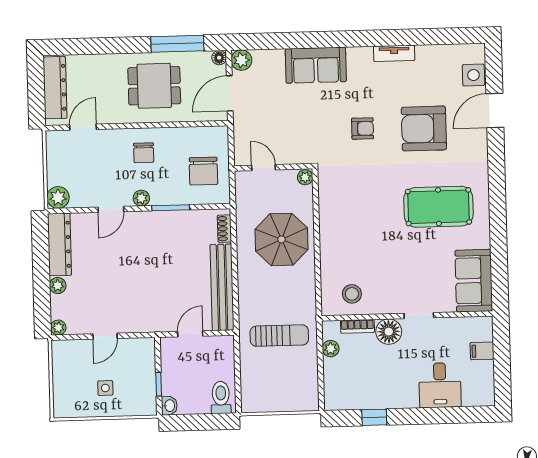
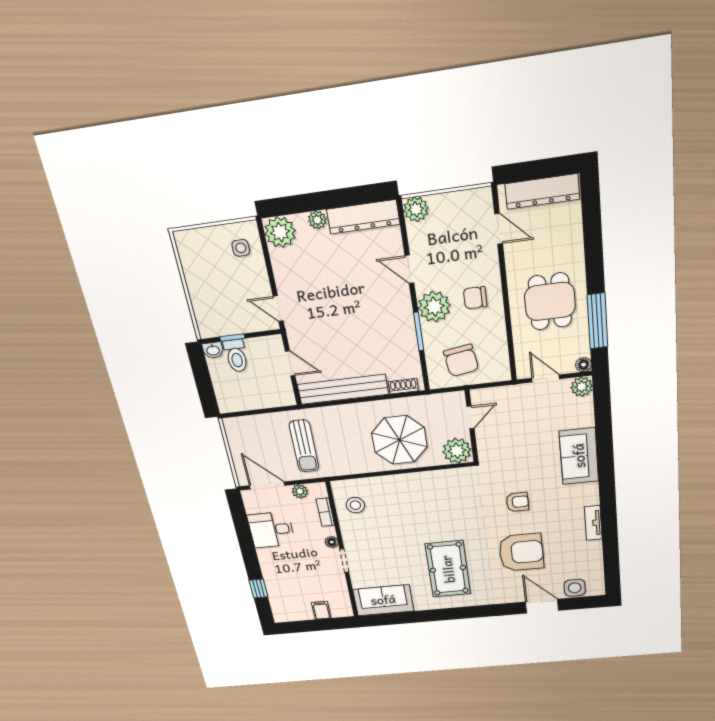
door: (230, 93) -> (546, 379), width x0.73
armchair: (363, 128) -> (517, 502), turned -90
armchair: (424, 128) -> (521, 552), turned 90
chair: (203, 171) -> (461, 360), turned -99
plant: (305, 177) -> (457, 451), width x1.88, depth x1.88
plant: (141, 198) -> (434, 307), width x1.88, depth x1.88
plant: (58, 328) -> (280, 232), width x1.88, depth x1.88
floor lamp: (389, 332) -> (332, 542), width x0.53, depth x0.53
door: (105, 336) -> (278, 309), moved
door: (321, 381) -> (267, 486), added
desk: (440, 385) -> (271, 530), moved
side table: (105, 388) -> (241, 248), moved
toilet: (221, 397) -> (236, 356), moved, turned 90
window: (374, 417) -> (258, 589), moved

